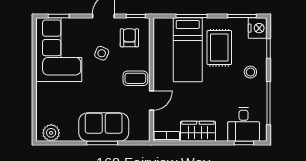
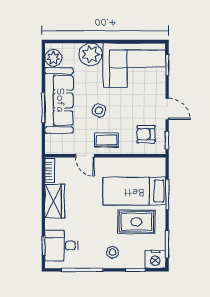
armchair: (129, 38) -> (146, 134), turned 180
side table: (102, 53) -> (99, 110), moved
coffee table: (135, 78) -> (106, 140), turned 90
plant: (48, 95) -> (91, 54), added
sofa: (104, 127) -> (59, 100), width x1.36

